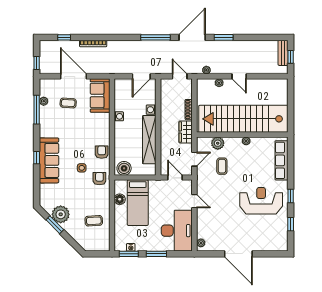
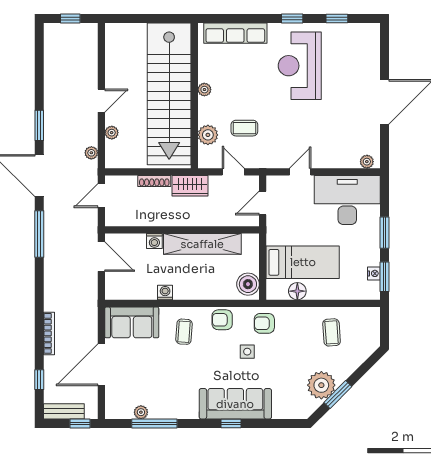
bench: (283, 53) -> (64, 411), moved
coffee table: (68, 103) -> (184, 332), moved

